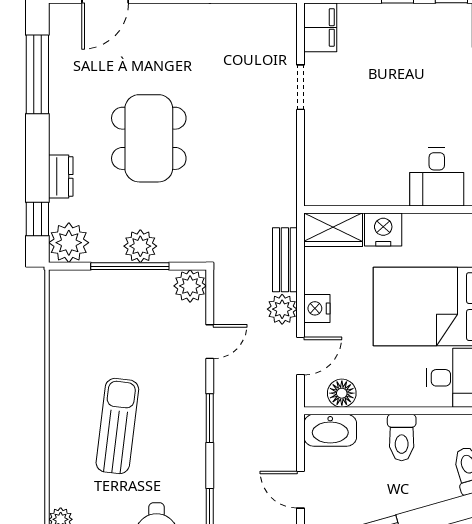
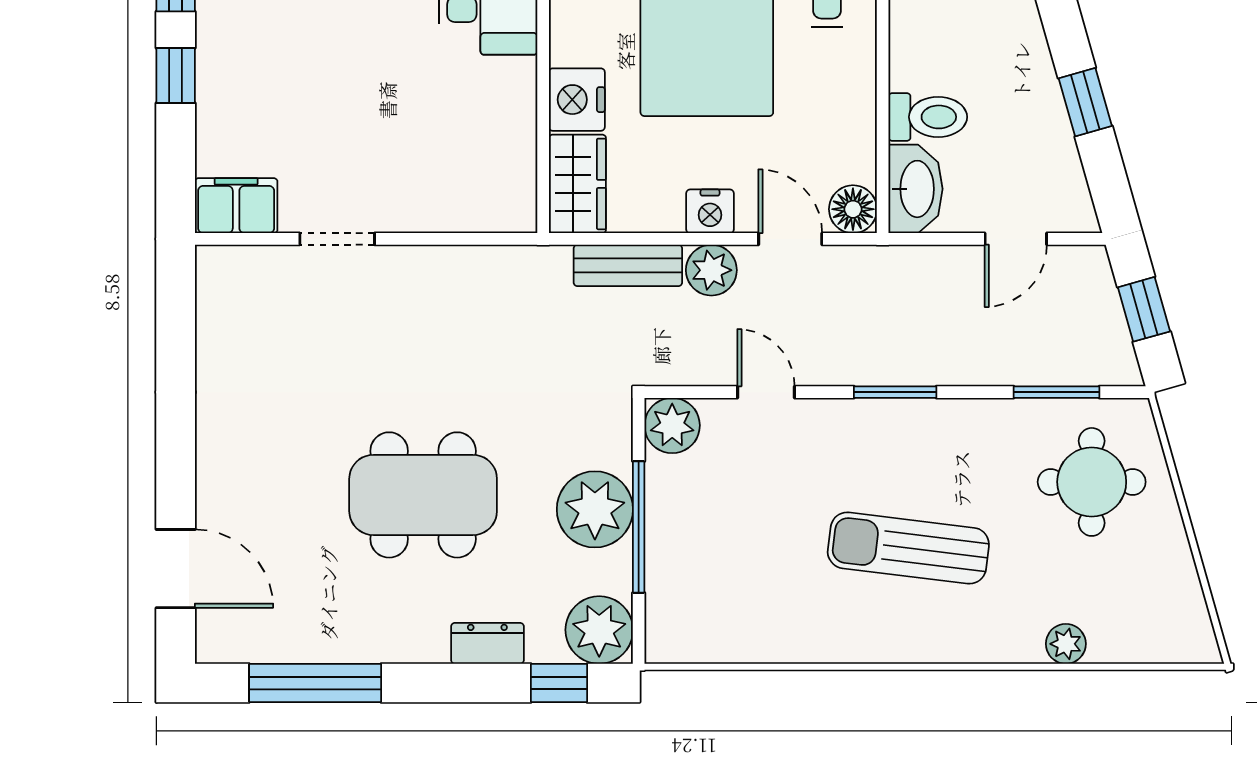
plant: (140, 246) -> (595, 509), width x1.36, depth x1.36
floor lamp: (342, 393) -> (853, 209), moved
toilet: (402, 438) -> (928, 117), moved

